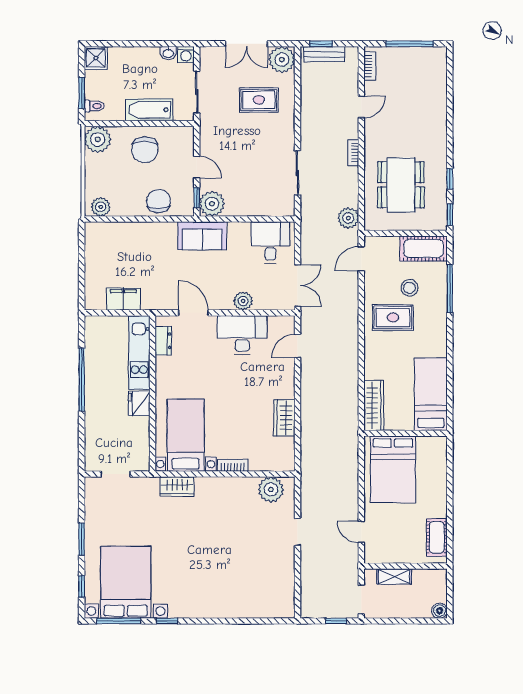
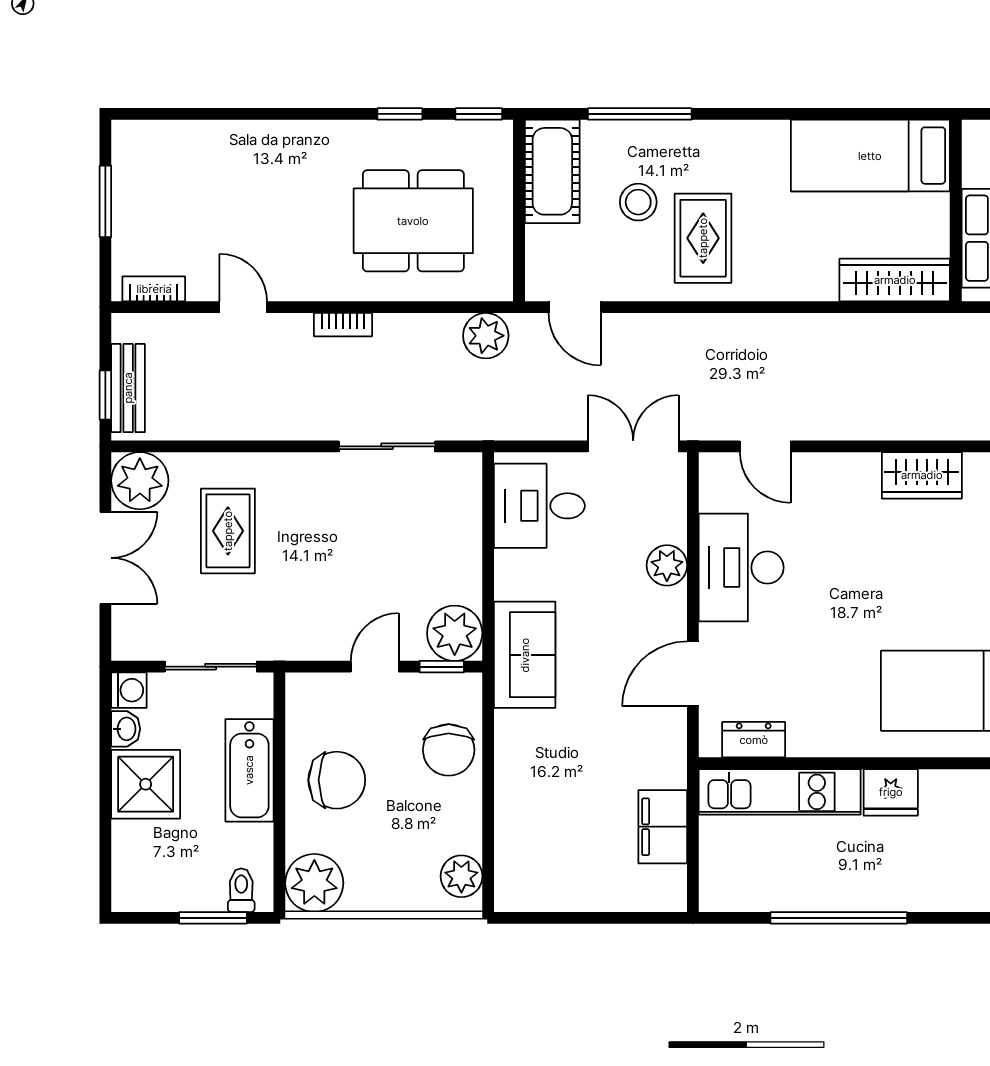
window: (410, 44) -> (105, 201), width x0.69
shower: (96, 58) -> (146, 784), moved, width x1.36, depth x1.36
chair: (159, 201) -> (449, 750), turned -90

